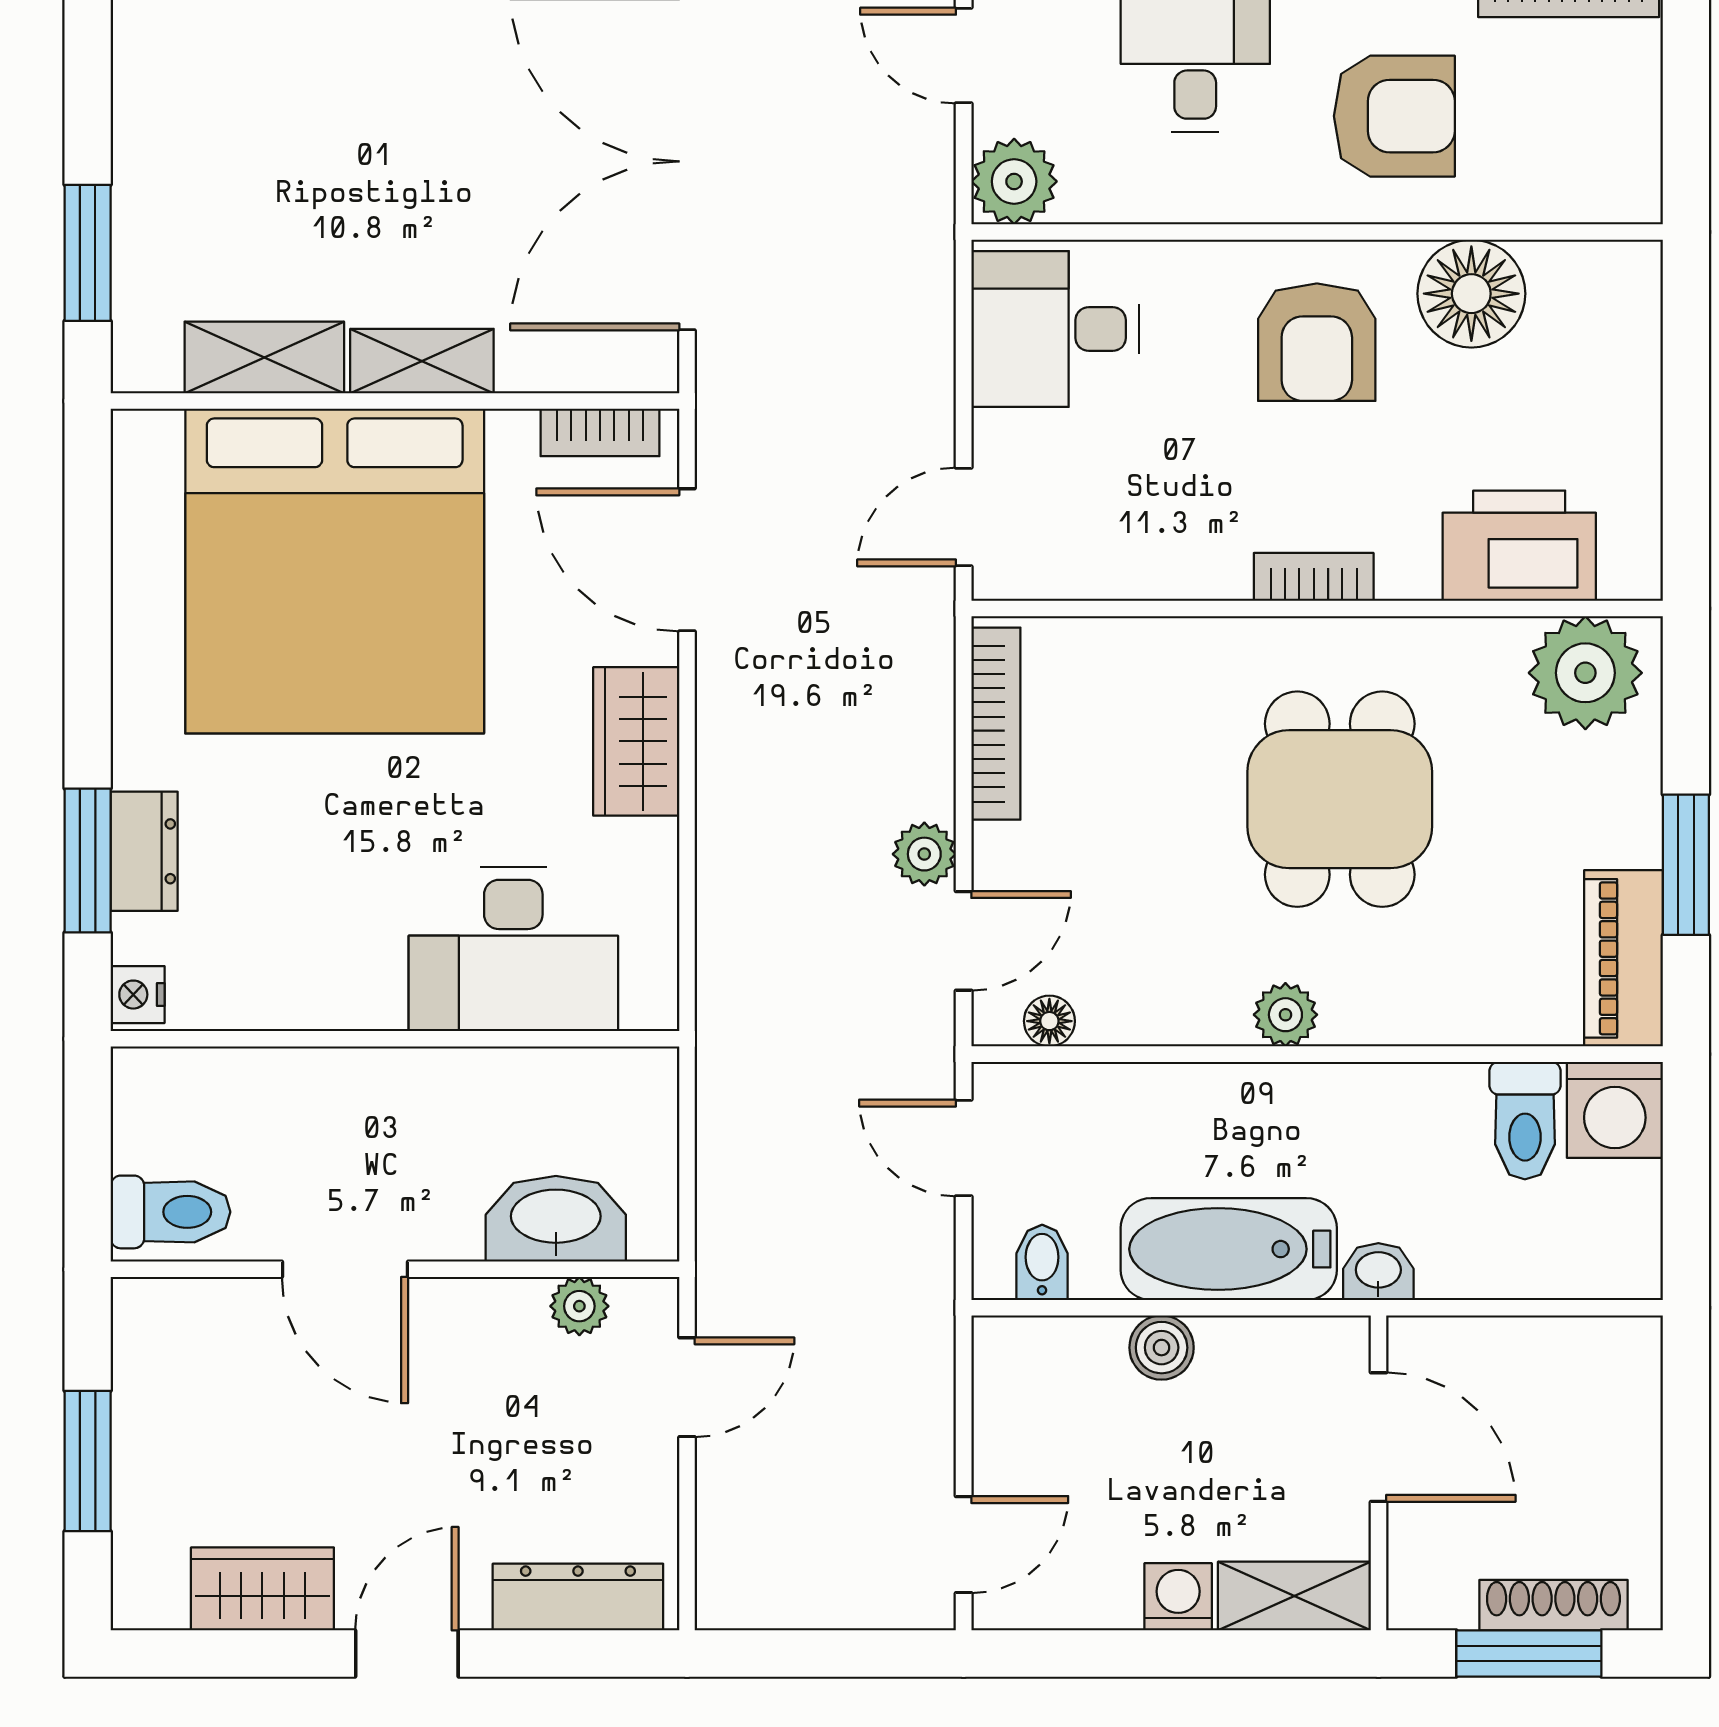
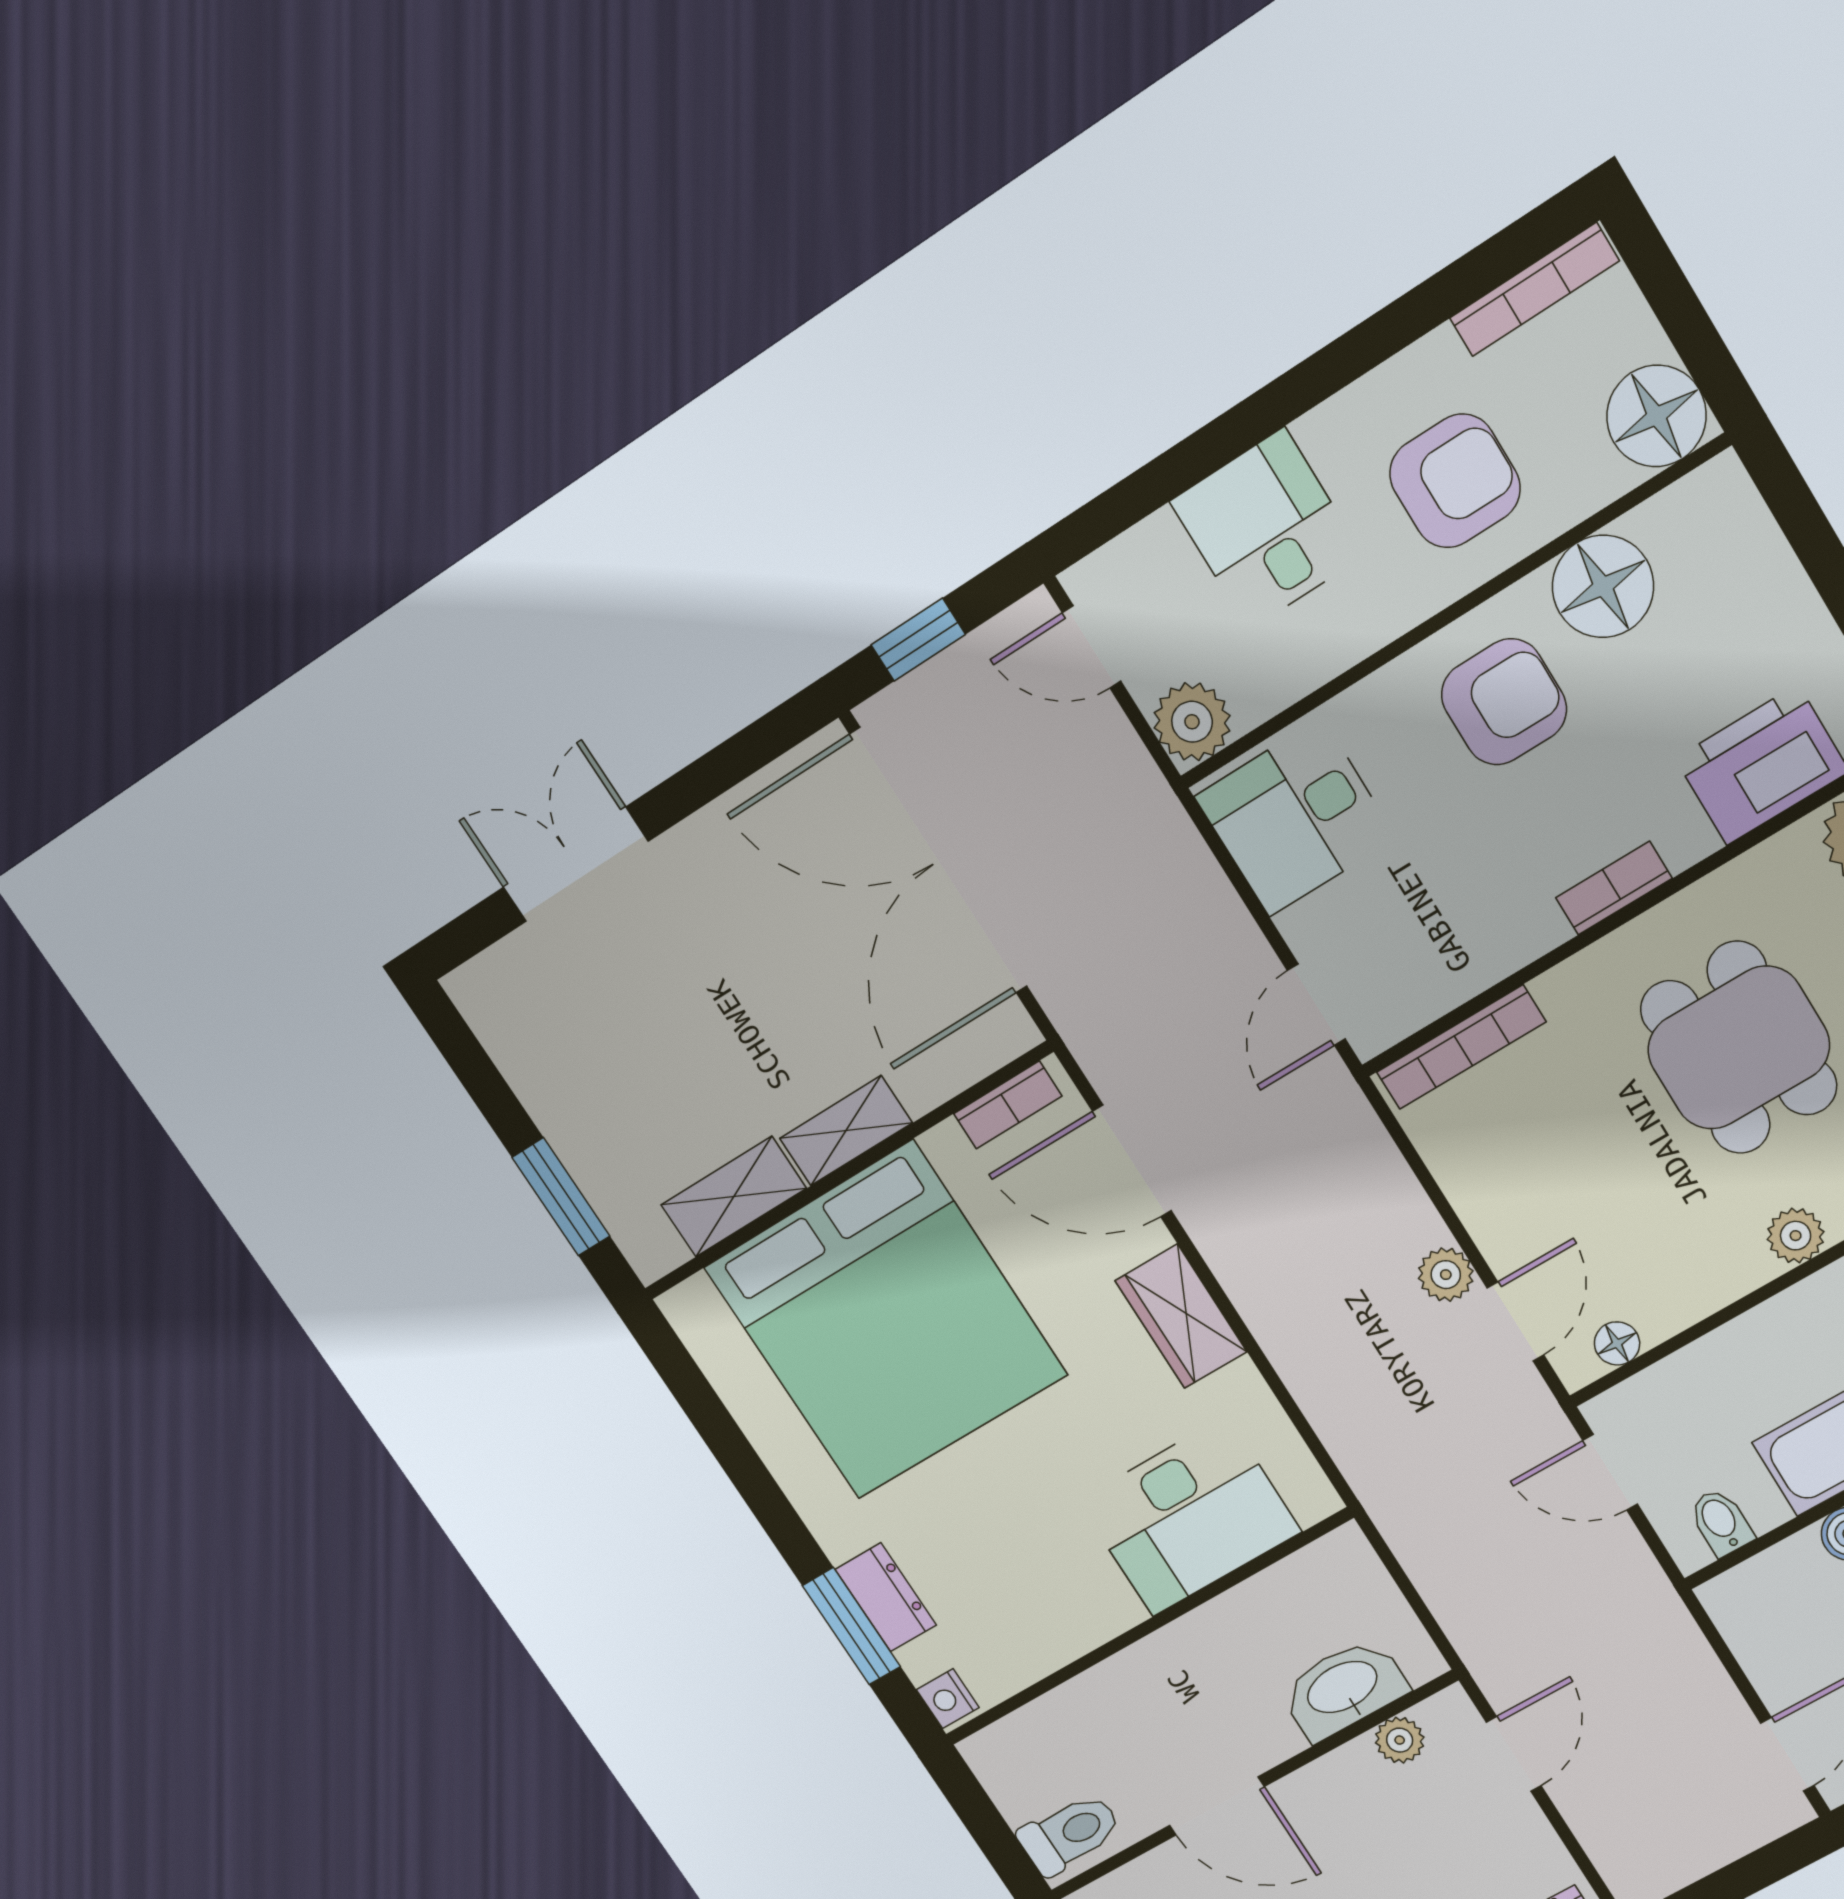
floor lamp: (1611, 172) -> (1656, 416), added
armchair: (1317, 342) -> (1504, 702), turned -90
bookcase: (996, 724) -> (1461, 1047), moved, turned 90

